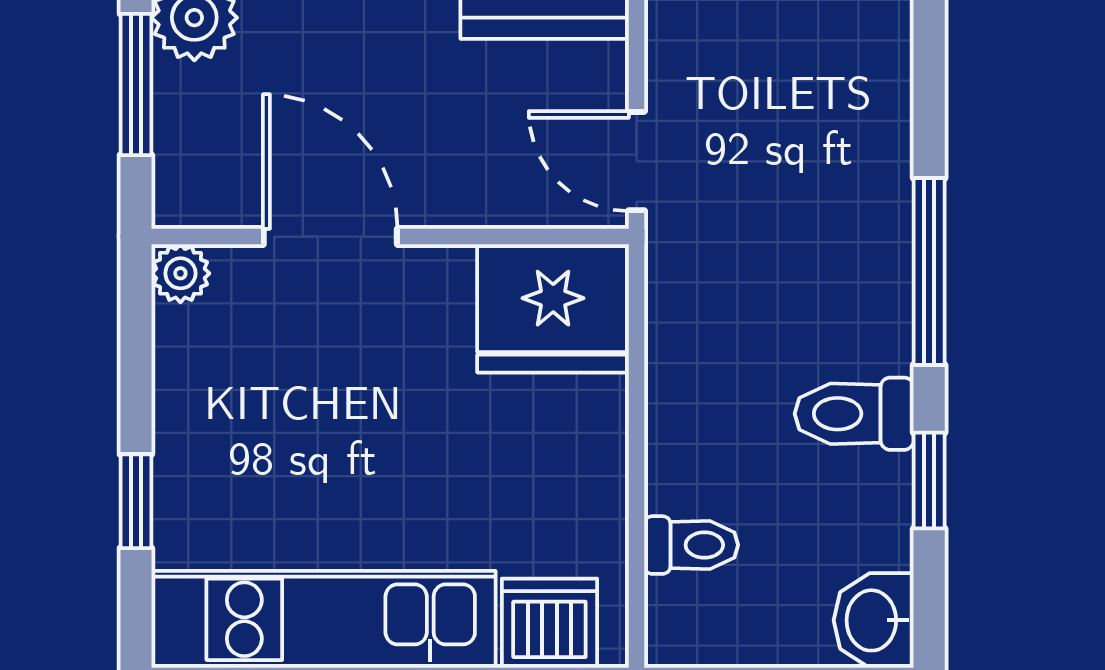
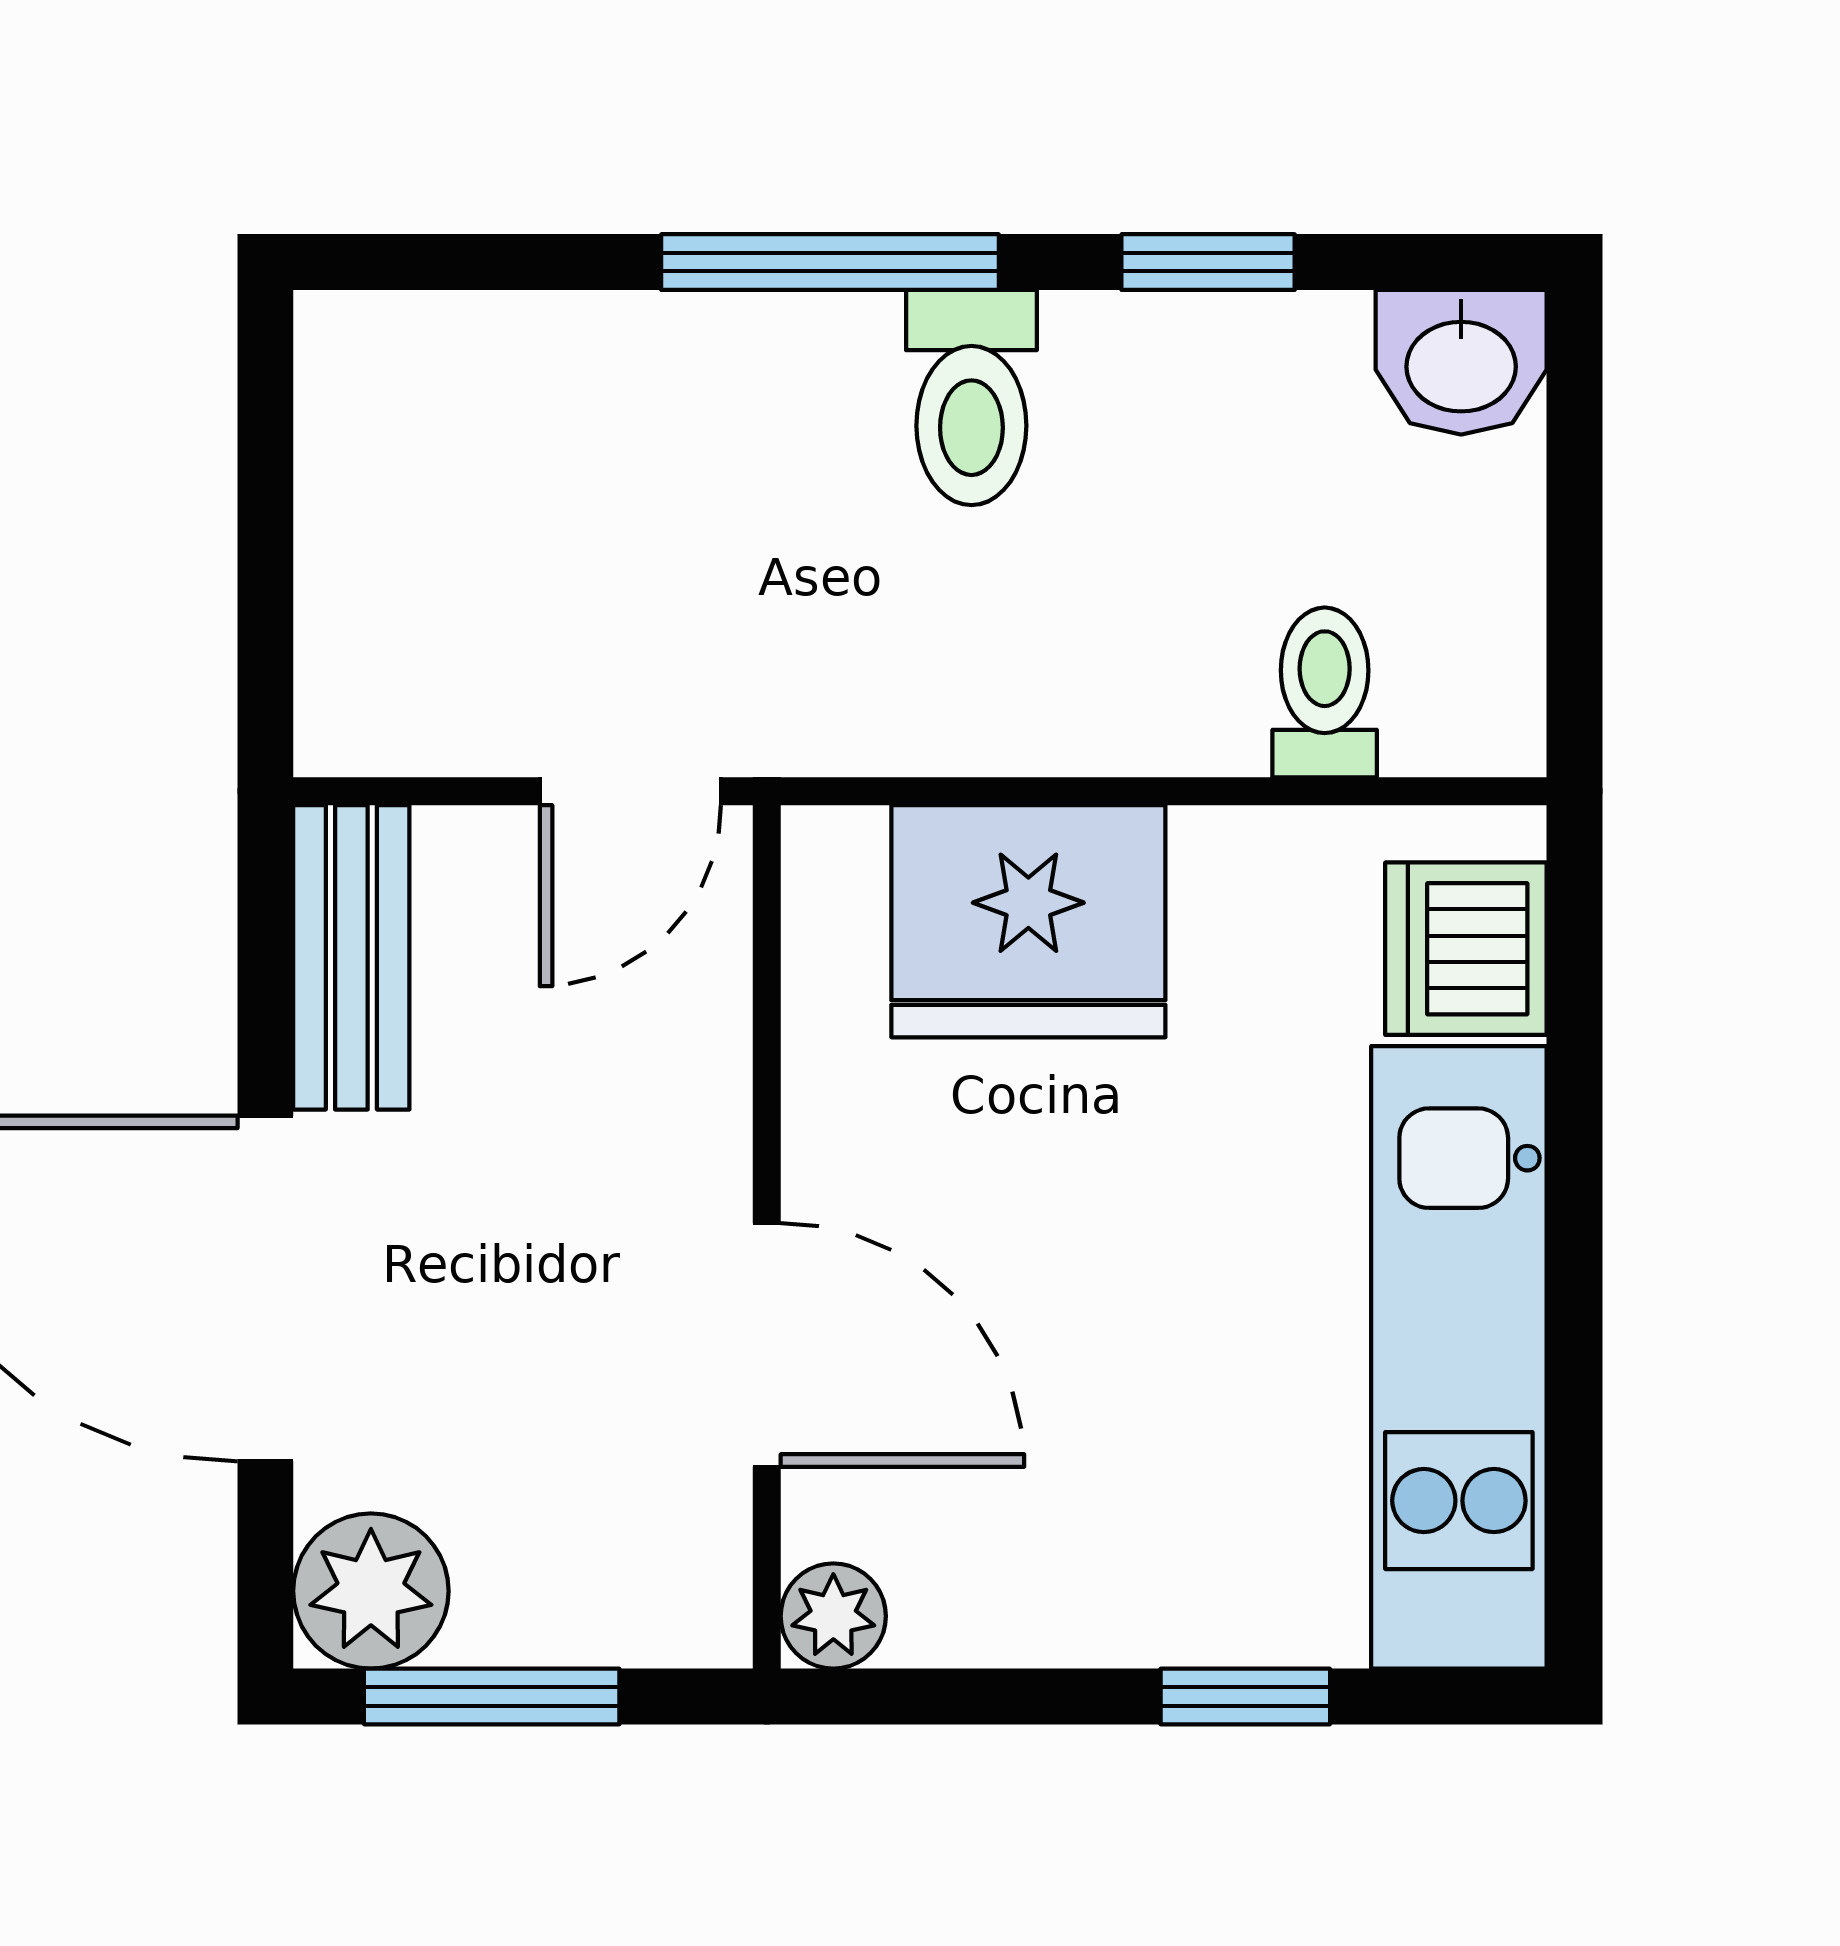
door: (330, 237) -> (767, 1345), swing flipped
fridge: (553, 308) -> (1028, 921), moved, turned 90
toilet: (854, 414) -> (971, 398), moved

